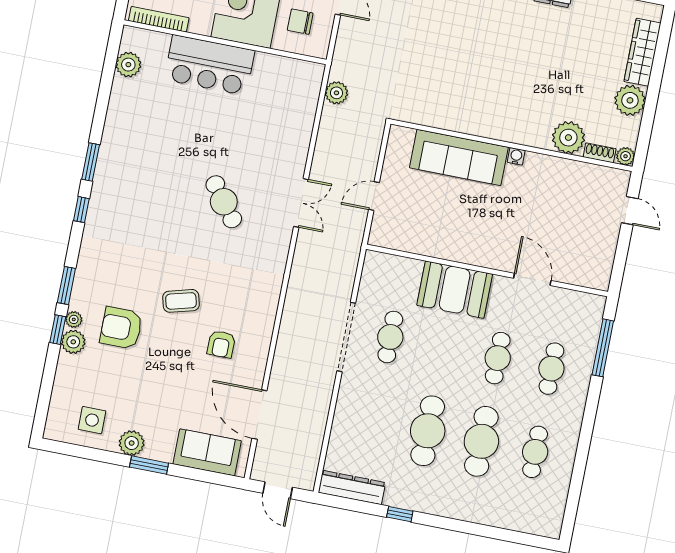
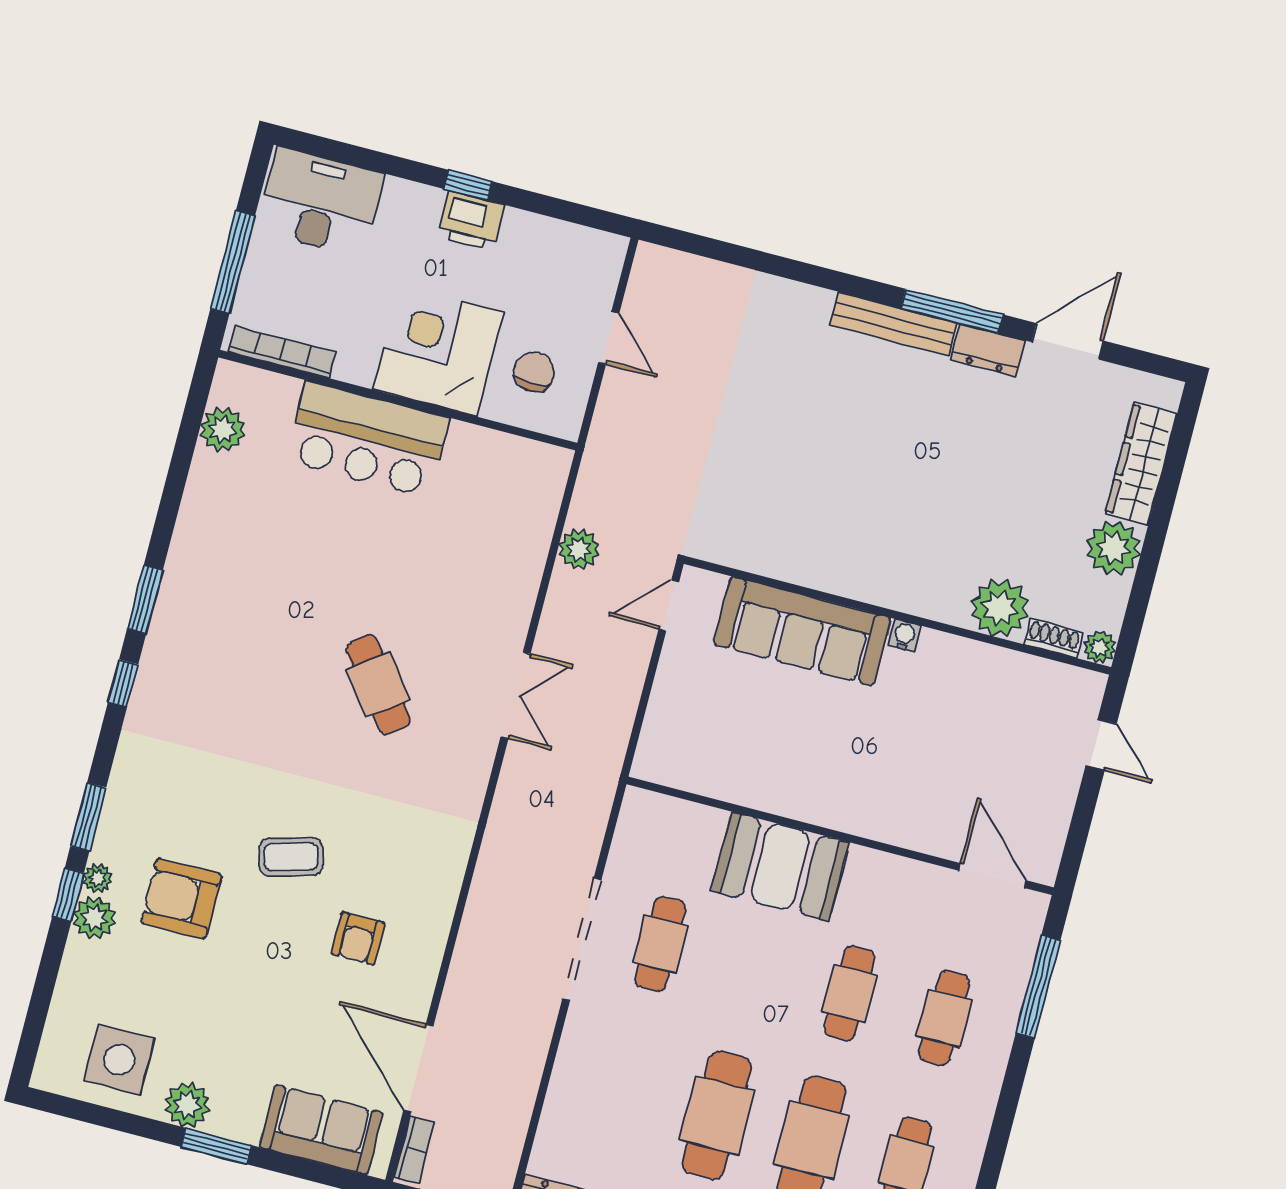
chair: (300, 22) -> (534, 372), turned 90
plant: (336, 93) -> (579, 549), moved
door: (374, 196) -> (669, 605), moved
door: (532, 279) -> (992, 875), moved
side table: (92, 420) -> (119, 1060), width x1.37, depth x1.37
bookcase: (260, 460) -> (414, 1150), added

